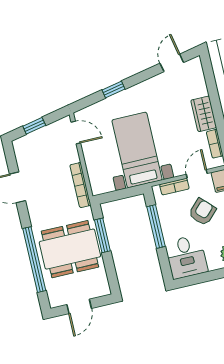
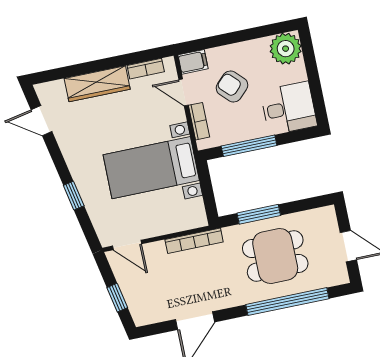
wardrobe: (204, 114) -> (97, 84), width x1.50
door: (76, 132) -> (127, 245), swing flipped
dining table: (70, 249) -> (275, 256), width x0.73

